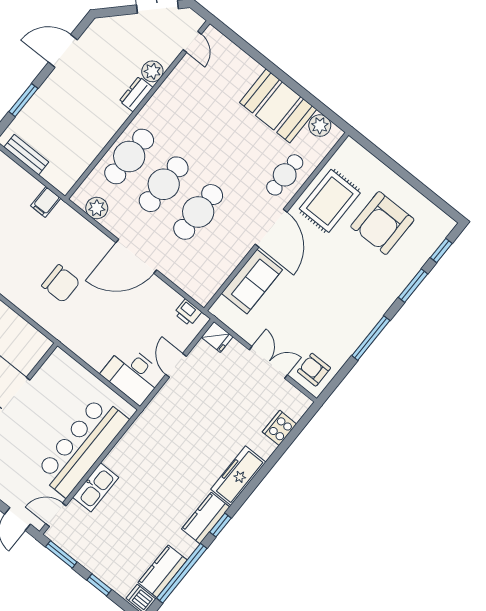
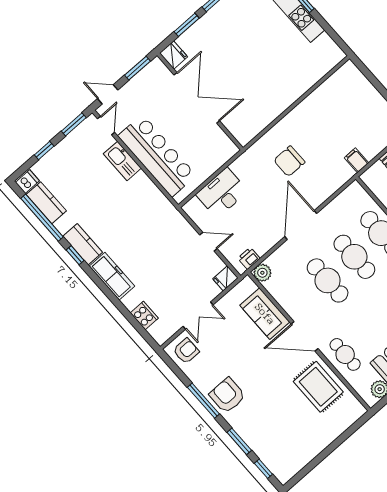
plant: (97, 208) -> (262, 273), moved
armchair: (382, 223) -> (227, 395), moved, width x0.73, depth x0.73
desk: (133, 374) -> (222, 193), moved

